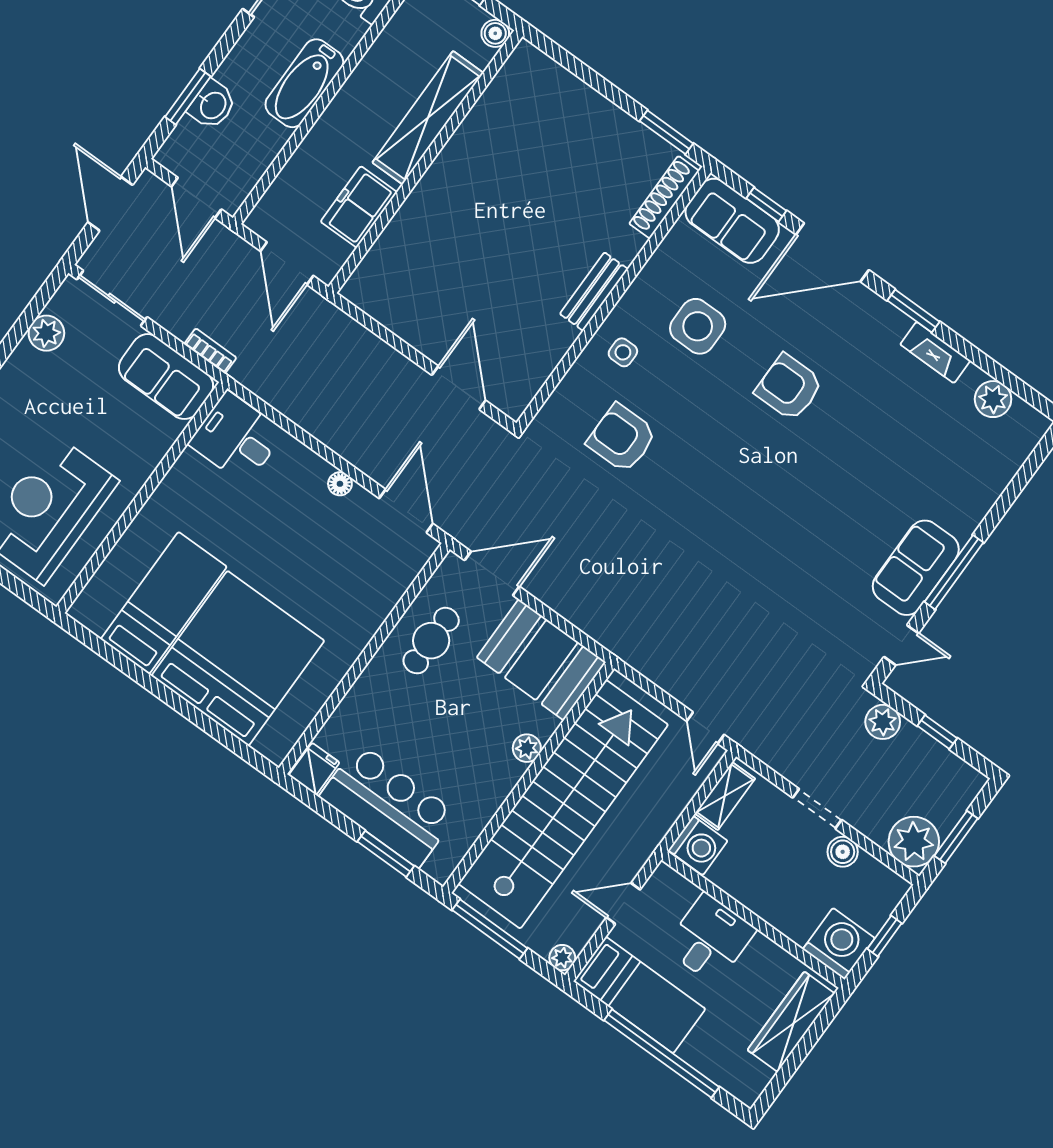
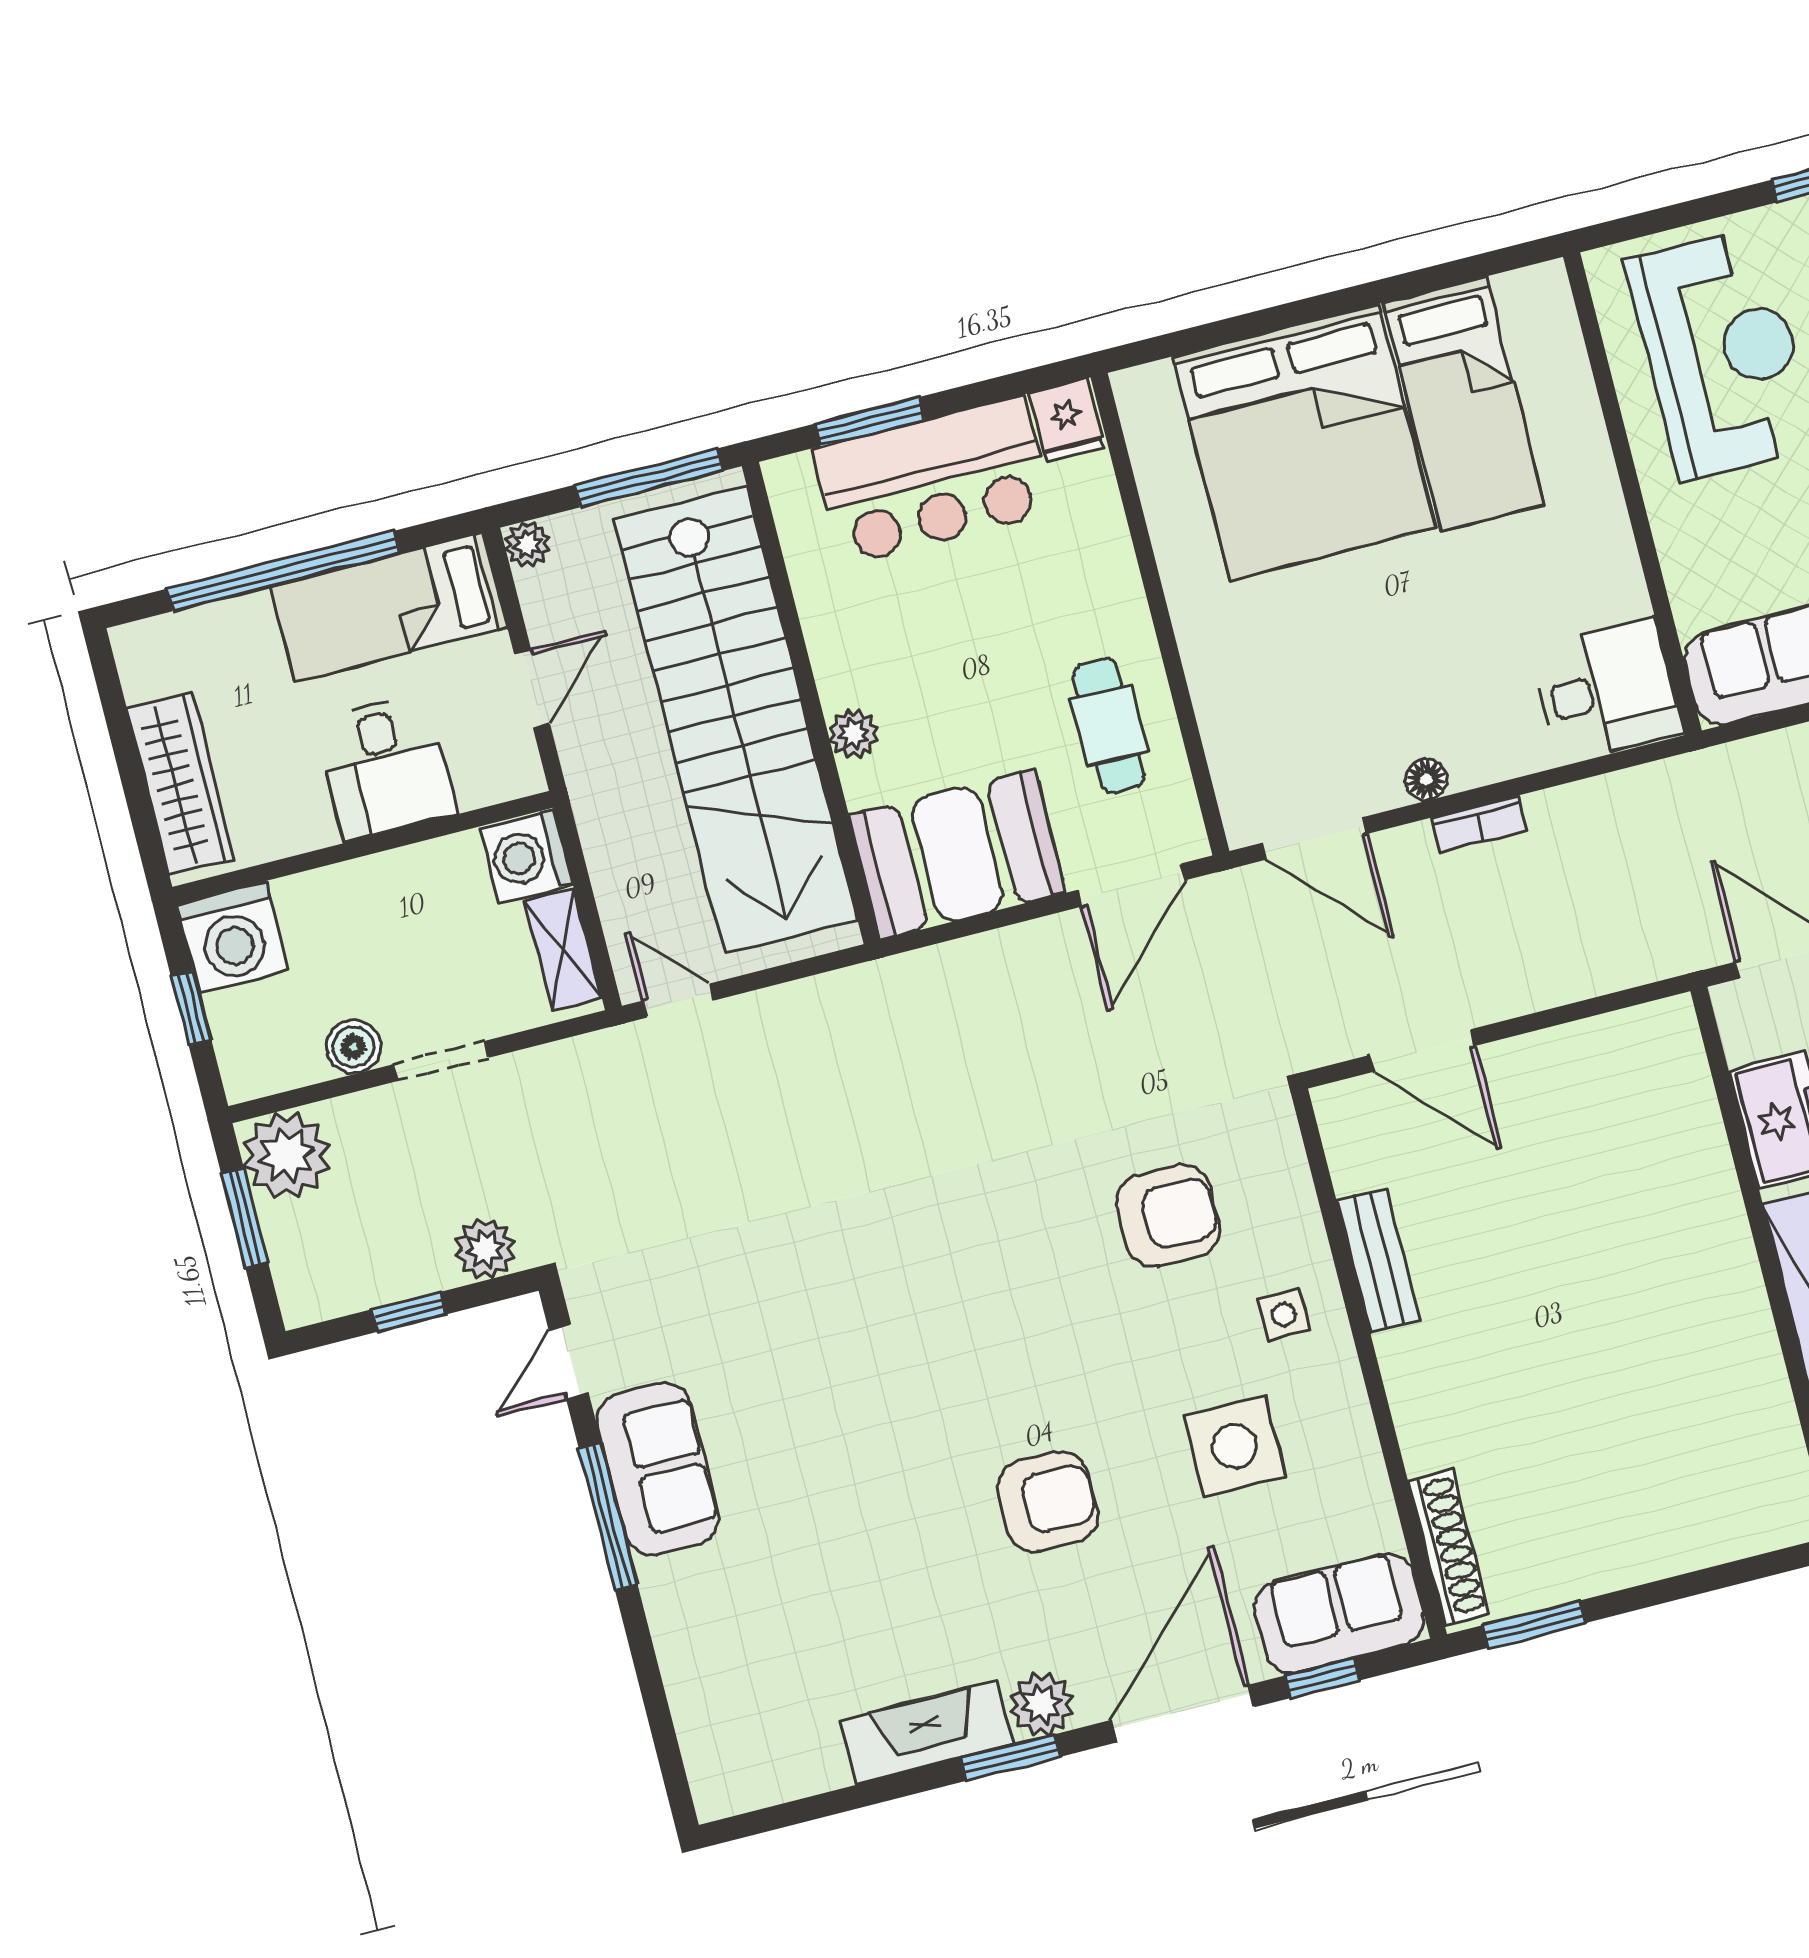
bench: (594, 292) -> (1379, 1261), moved
bookcase: (210, 351) -> (1479, 824), moved
fireplace: (935, 352) -> (927, 1732), width x1.37, depth x1.32
plant: (993, 399) -> (1041, 1704), moved

